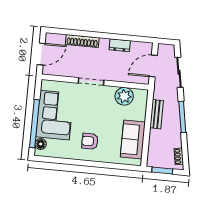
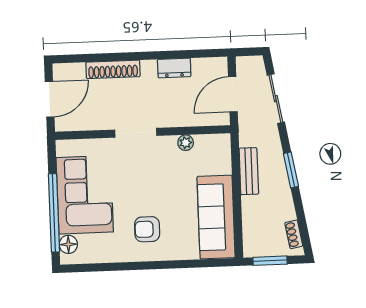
plant: (124, 96) -> (186, 143), width x0.53, depth x0.53
window: (182, 117) -> (291, 170), width x0.69
sofa: (133, 140) -> (216, 217), width x1.36

